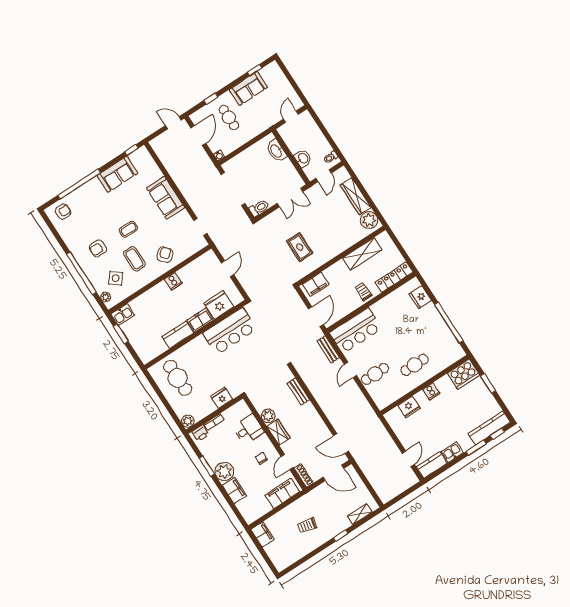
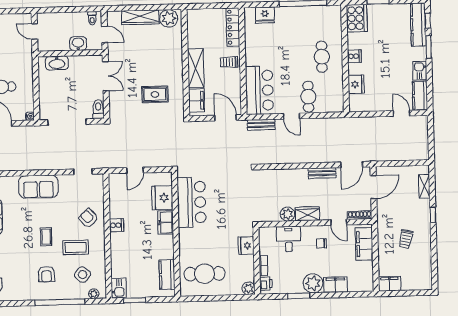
shelving: (362, 254) -> (196, 68), moved
door: (228, 269) -> (135, 170), swing flipped
kitchen counter: (178, 335) -> (167, 275), moved
bench: (298, 391) -> (322, 173), moved

